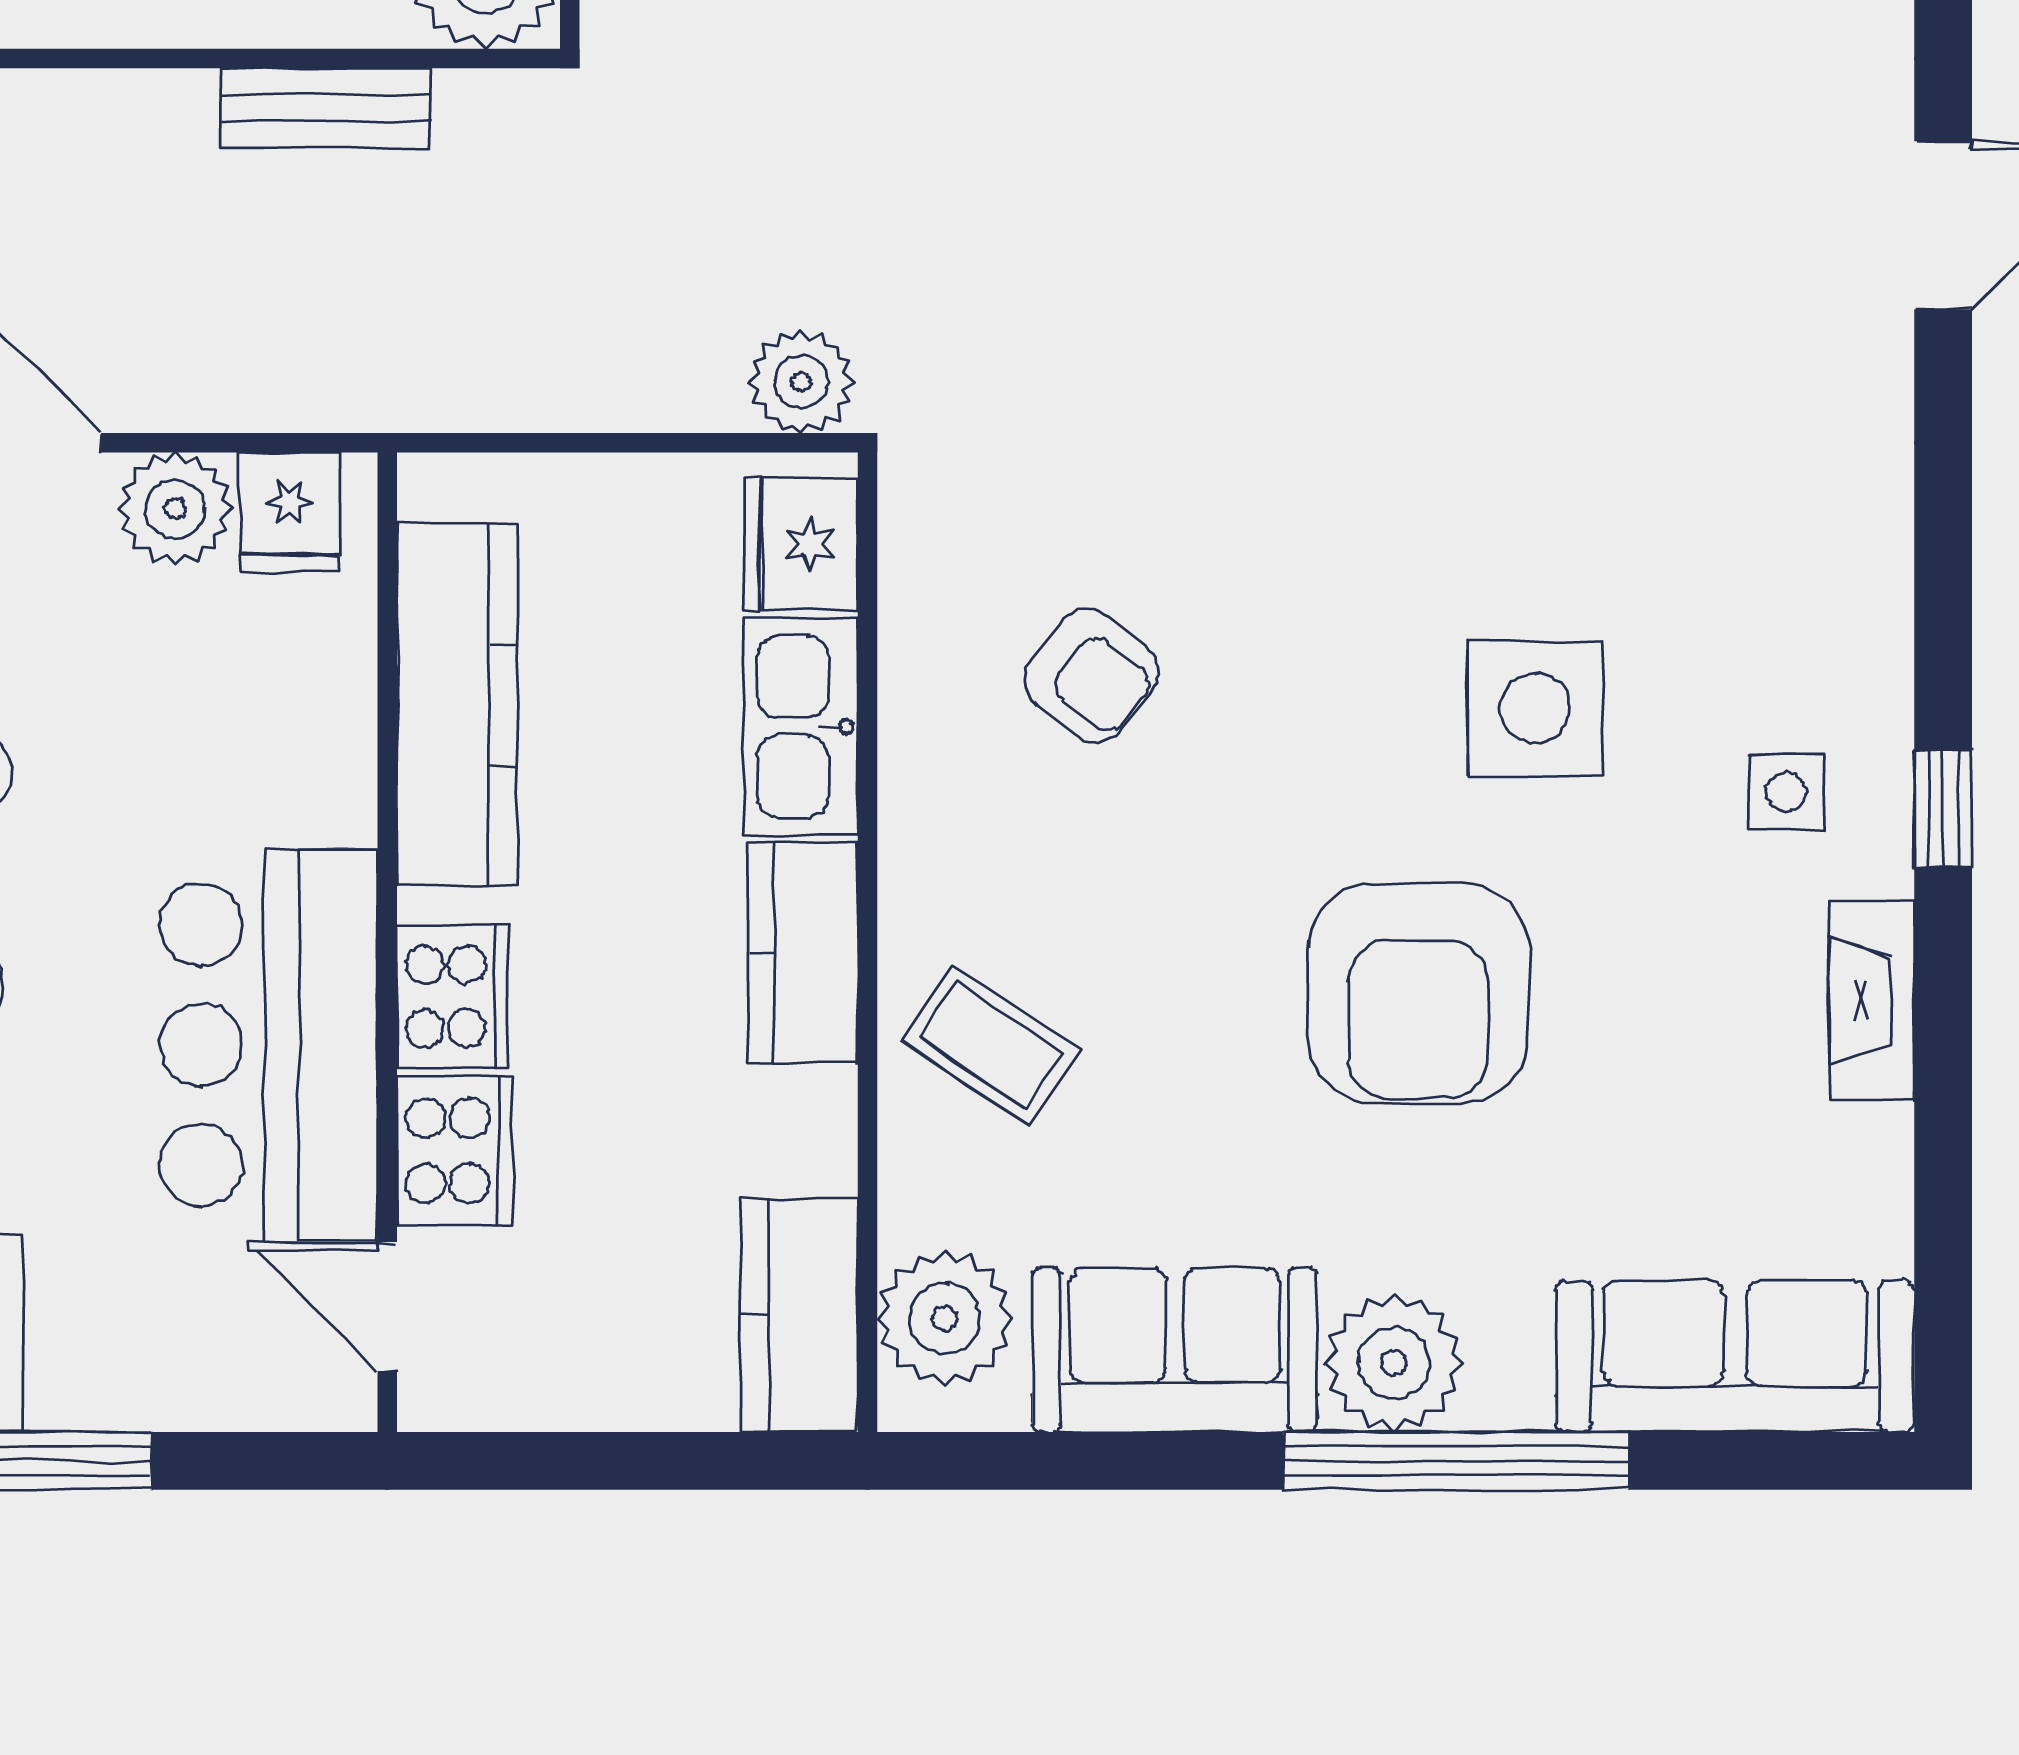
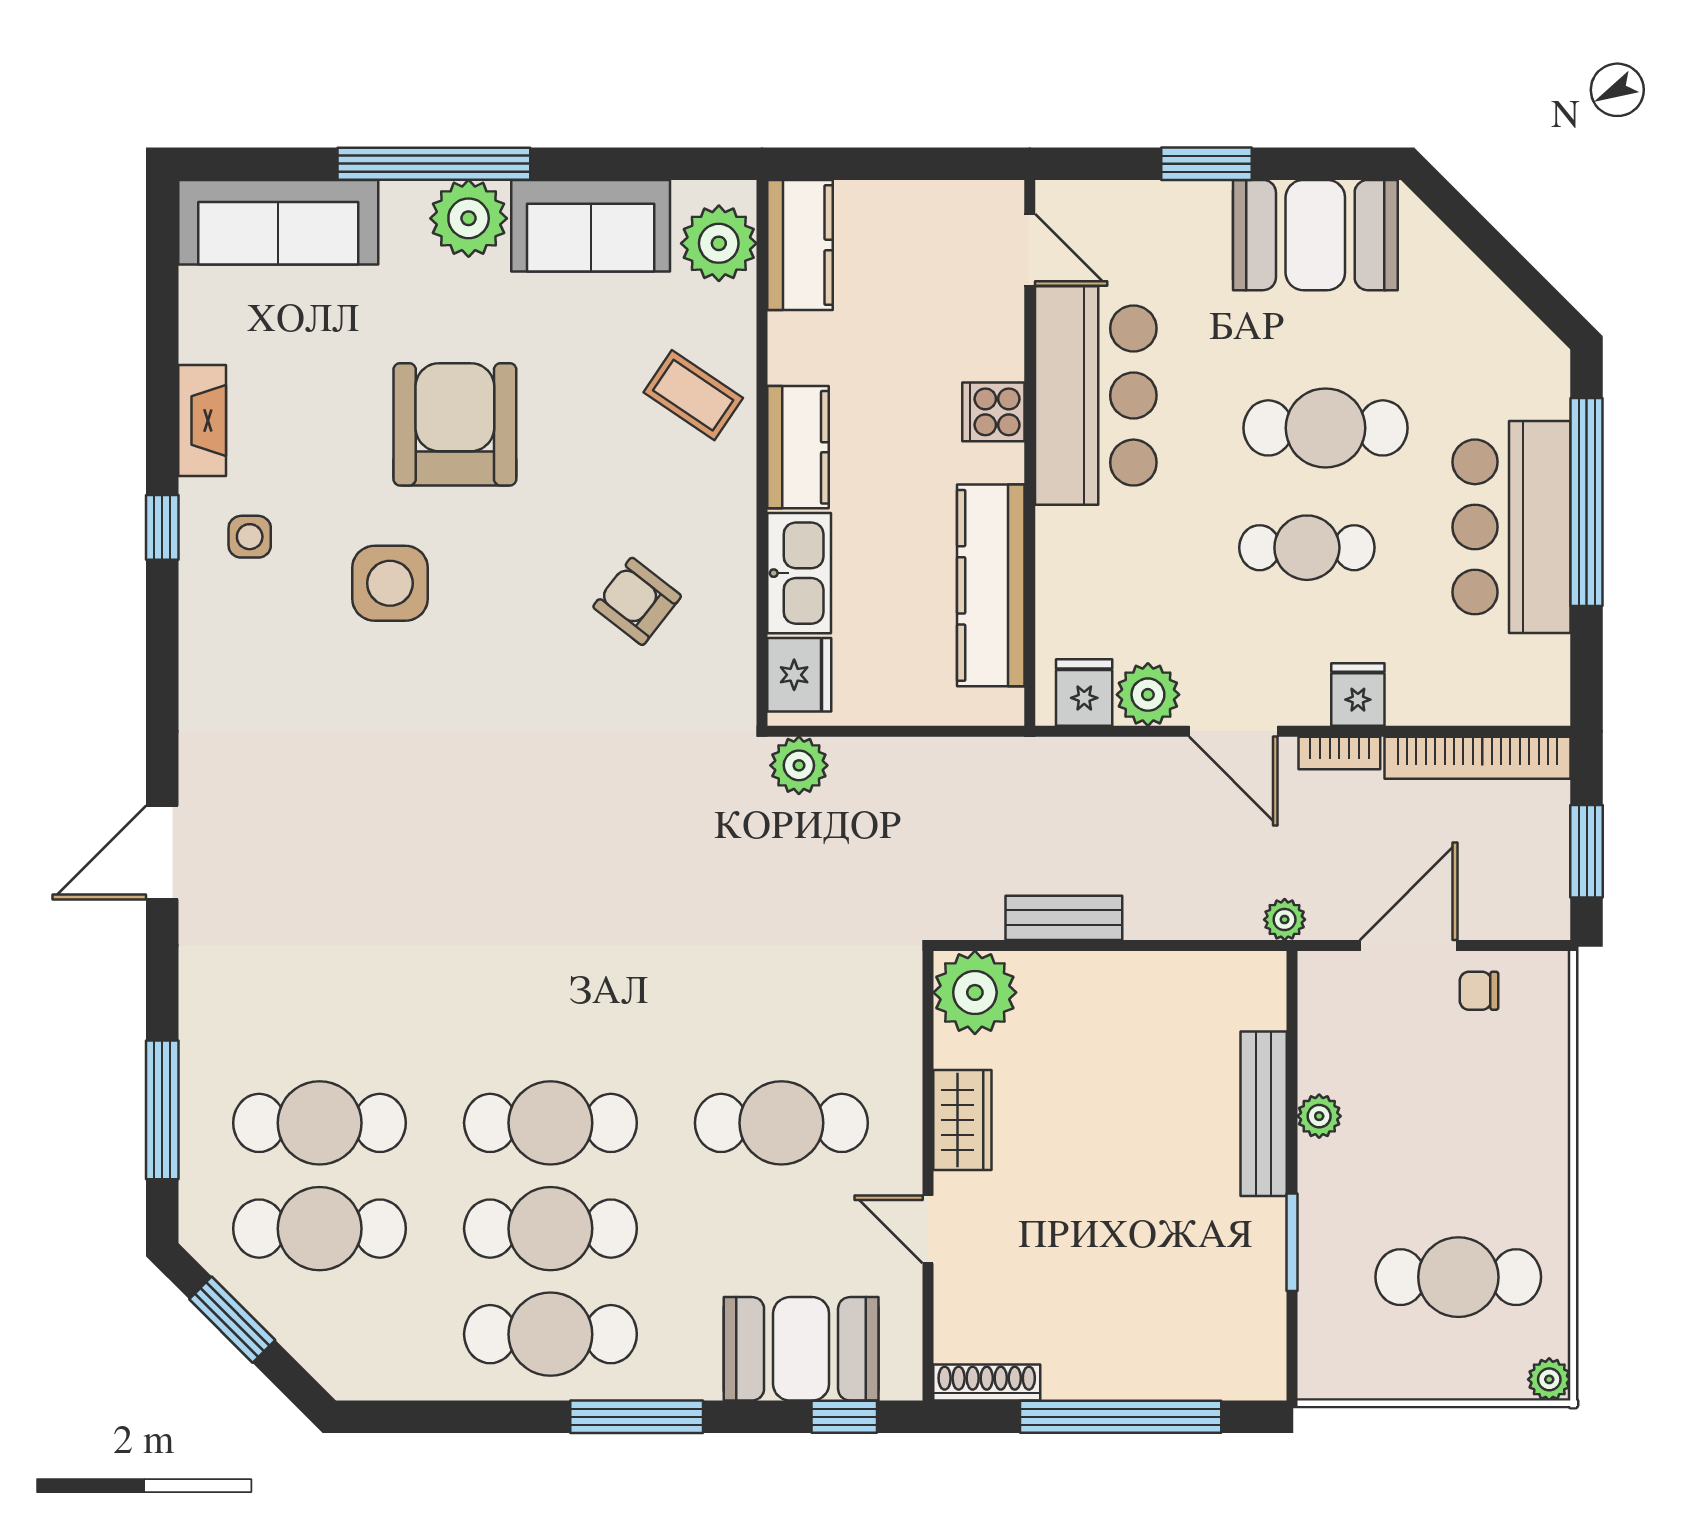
cooker: (452, 997) -> (993, 412), width x0.73
cooker: (454, 1151) -> (992, 337), removed

